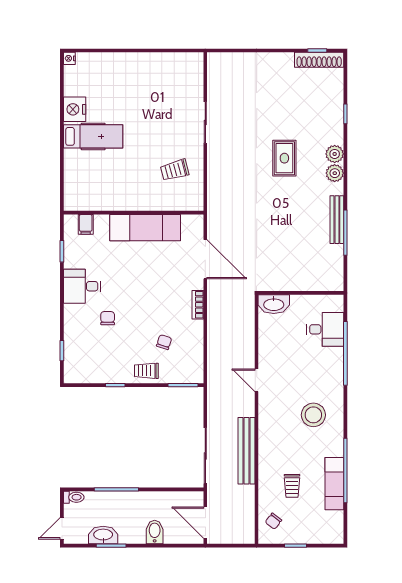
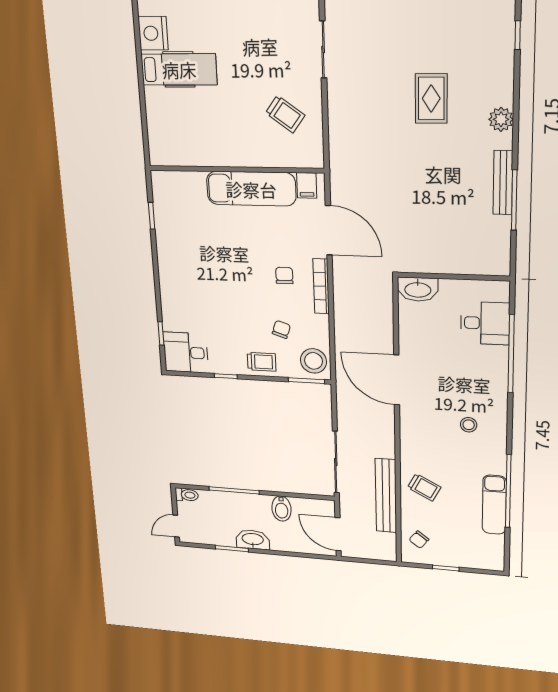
plant: (335, 154) -> (501, 93), removed
trolley: (175, 170) -> (285, 114), turned -129
filing cabinet: (86, 224) -> (307, 185), moved
desk: (82, 286) -> (186, 353), moved
bookcase: (198, 305) -> (321, 286), width x1.56
chair: (108, 318) -> (284, 276), moved
stool: (190, 368) -> (314, 361), added
trolley: (146, 371) -> (262, 362), turned 180
door: (257, 380) -> (397, 380), width x1.87
stool: (313, 415) -> (469, 425), width x0.53, depth x0.53
bench: (246, 451) -> (386, 496), moved
trolley: (292, 486) -> (424, 487), moved, turned -62
bidet: (155, 532) -> (281, 509), moved, turned 180
washbasin: (103, 535) -> (253, 540), moved

